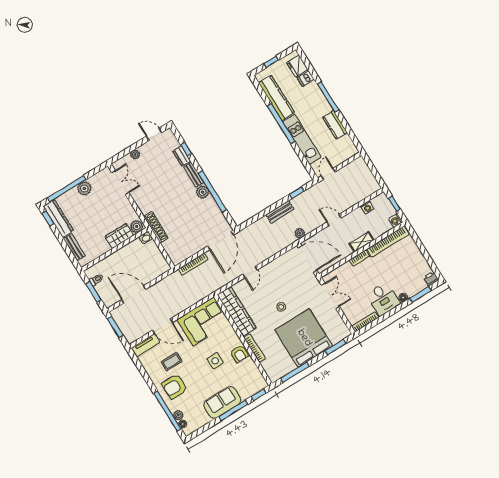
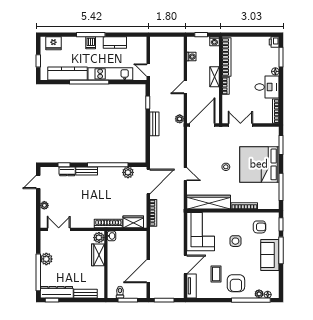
dishwasher: (306, 78) -> (91, 43), moved
plant: (203, 192) -> (128, 172), moved
door: (220, 241) -> (148, 182), hinge flipped
wardrobe: (172, 250) -> (133, 222), added
armchair: (239, 354) -> (260, 227), moved

